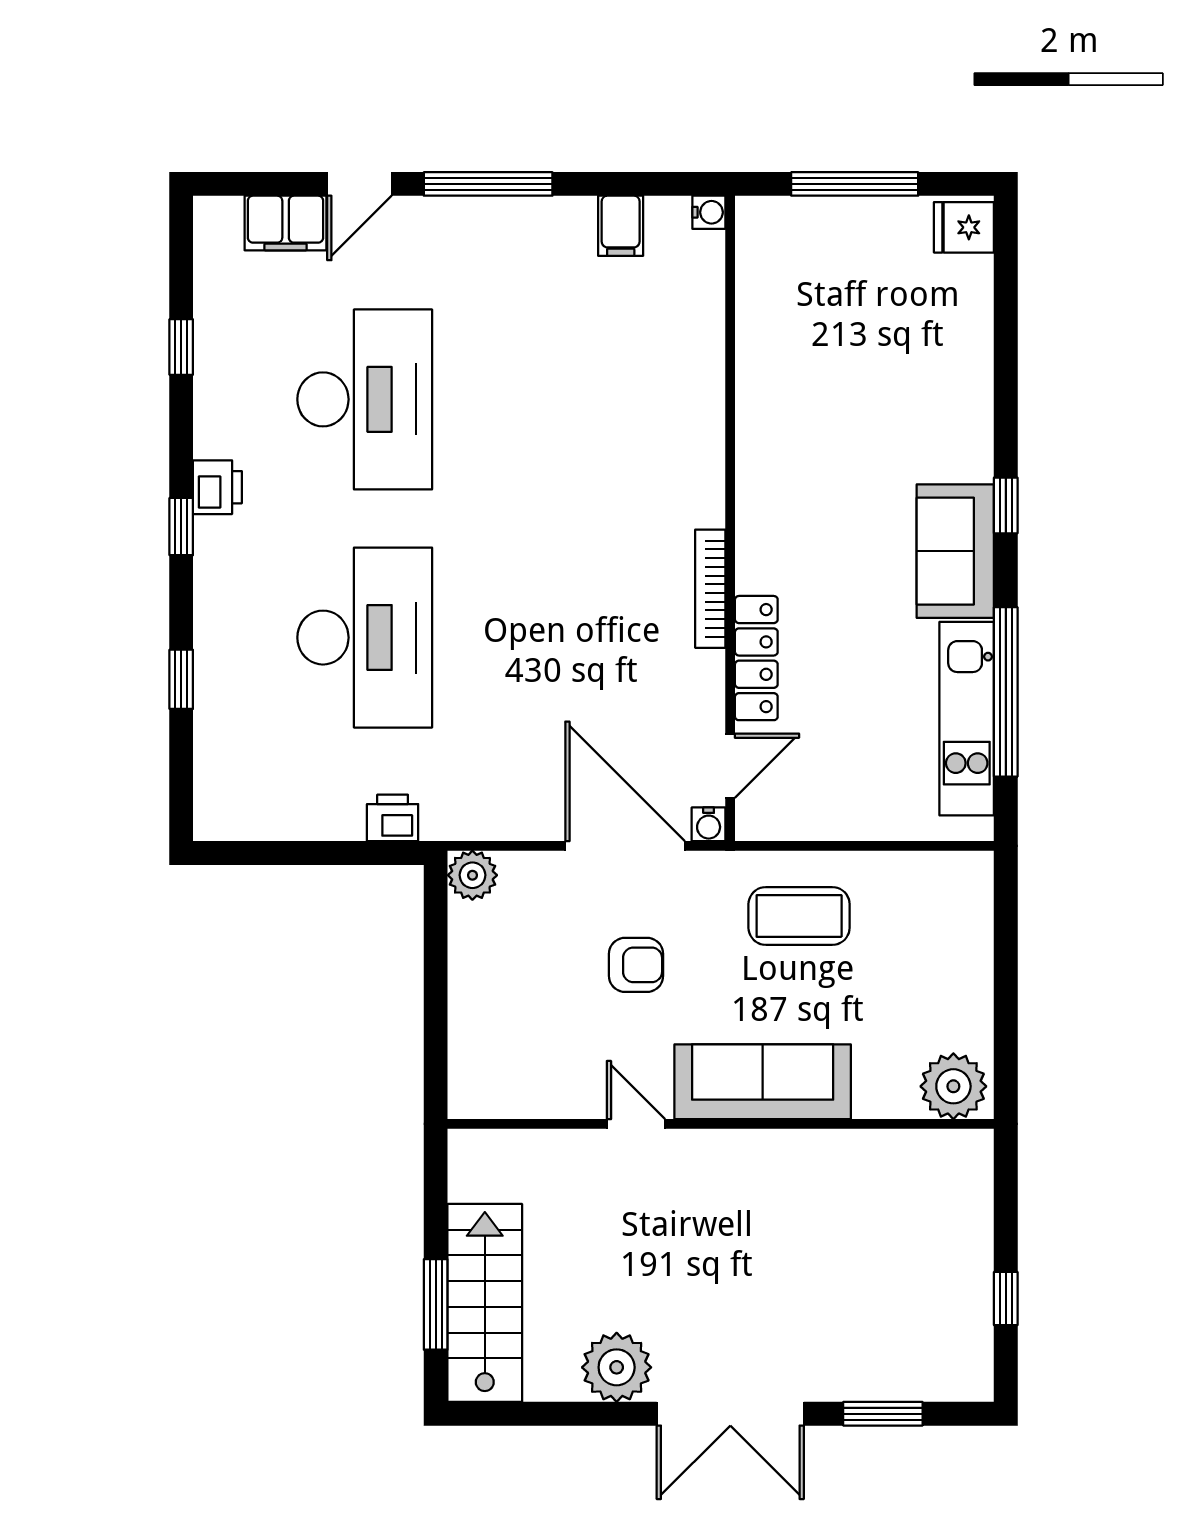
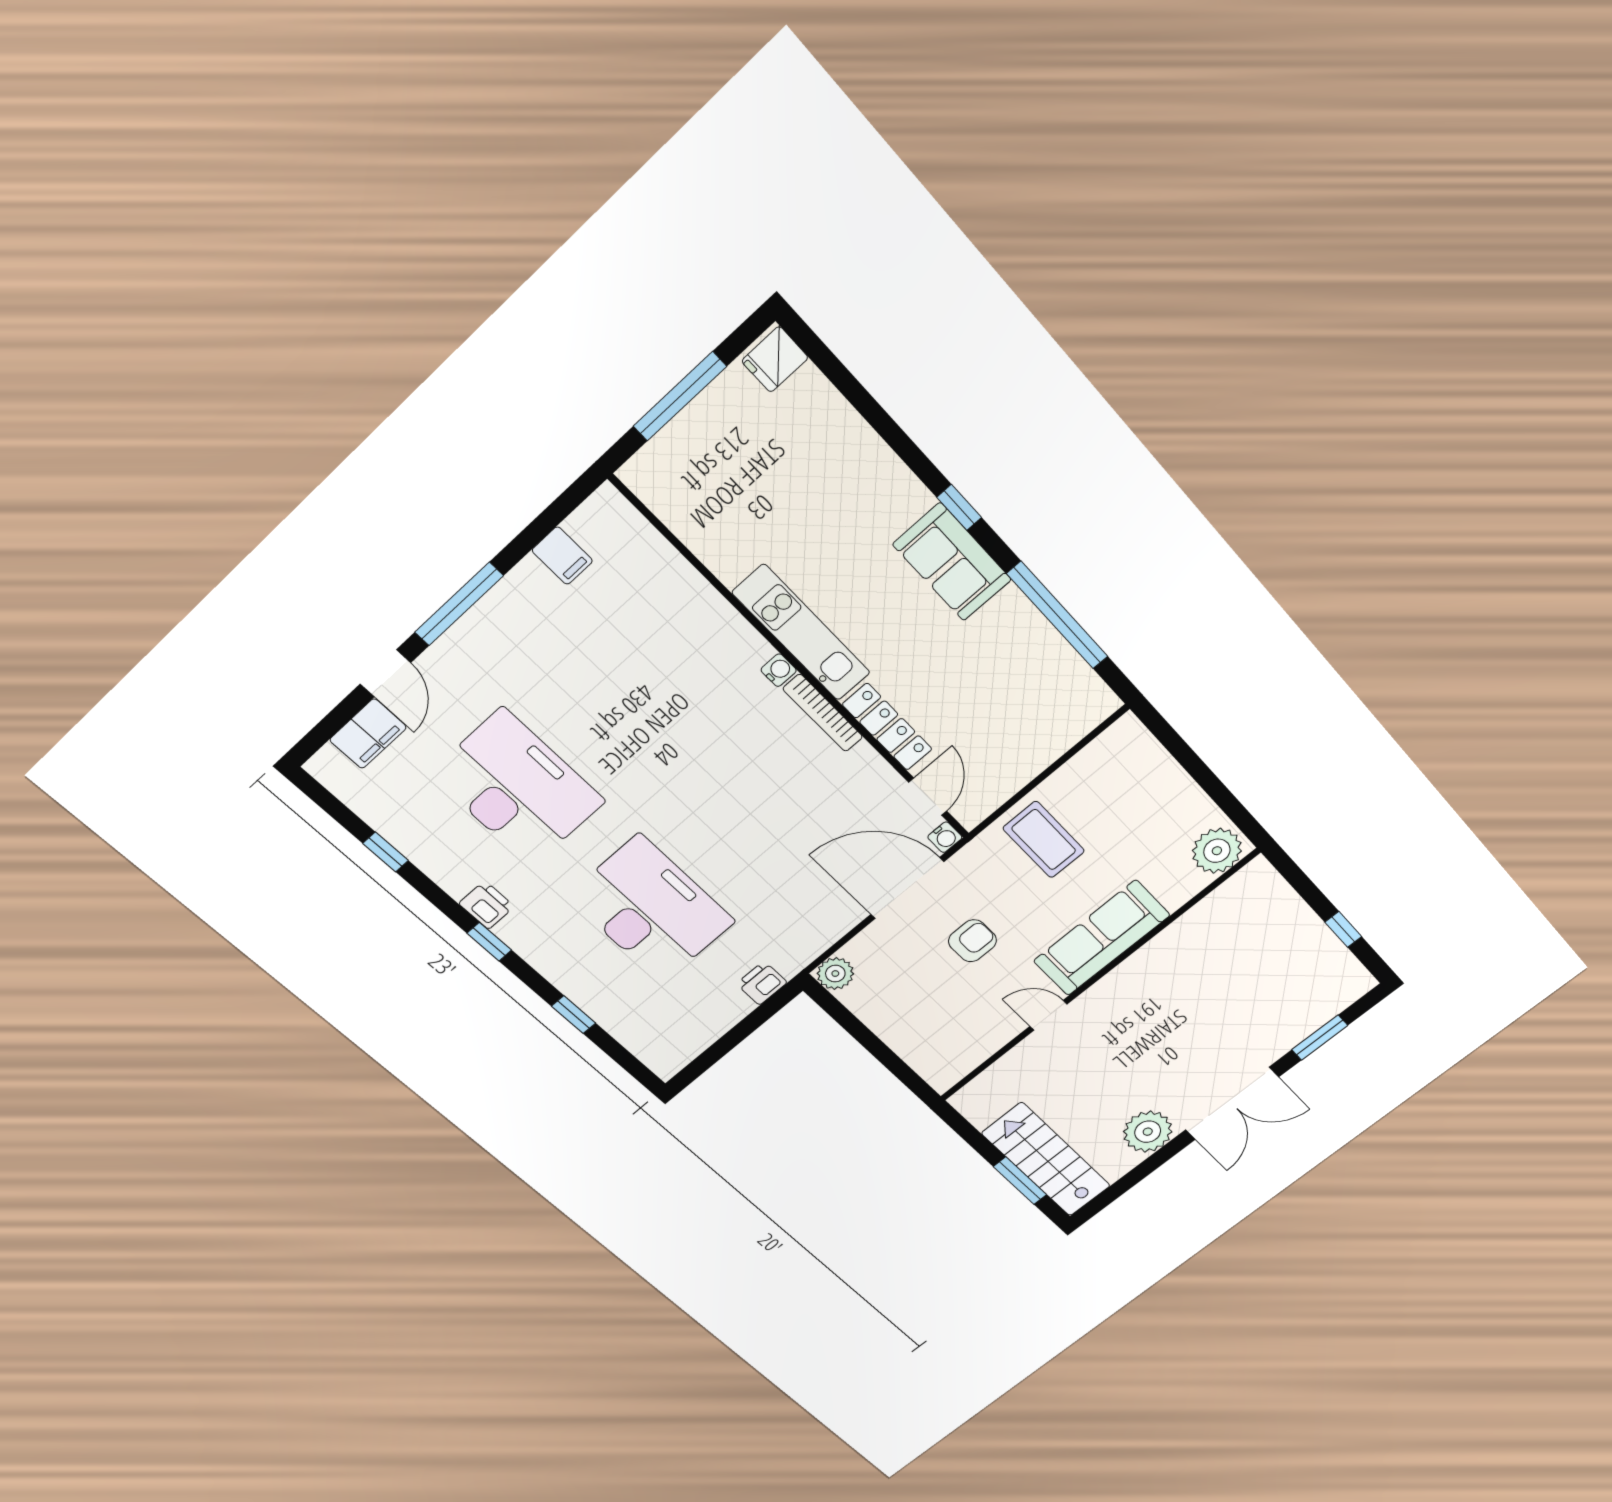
water cooler: (709, 212) -> (779, 670), moved
kitchen unit: (967, 719) -> (802, 633), moved, turned 180
coffee table: (799, 916) -> (1044, 840), turned 90

